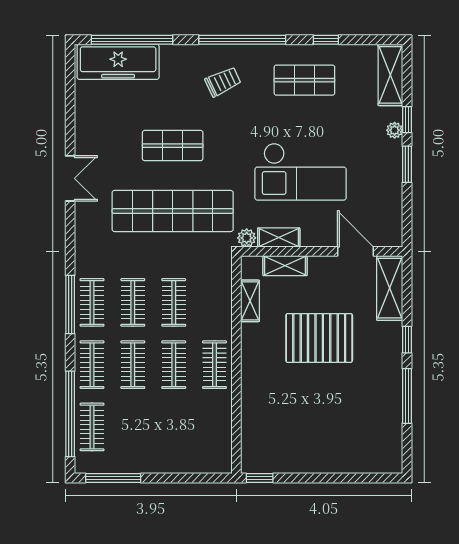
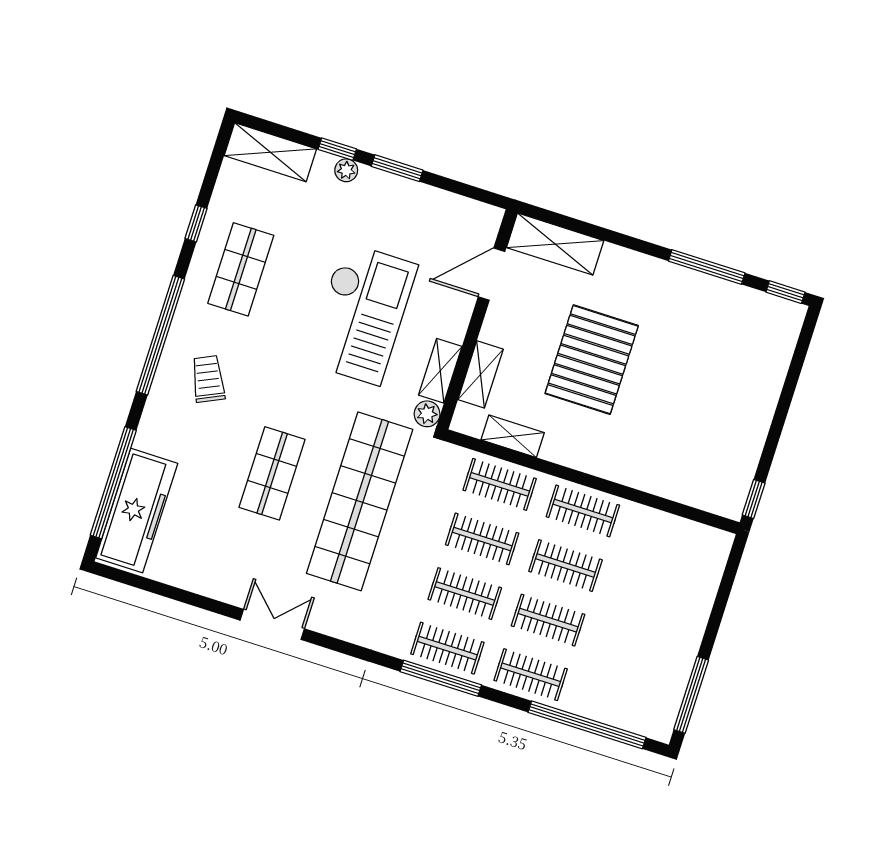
window: (407, 340) -> (785, 292), moved
clothes rail: (92, 427) -> (500, 484), moved

